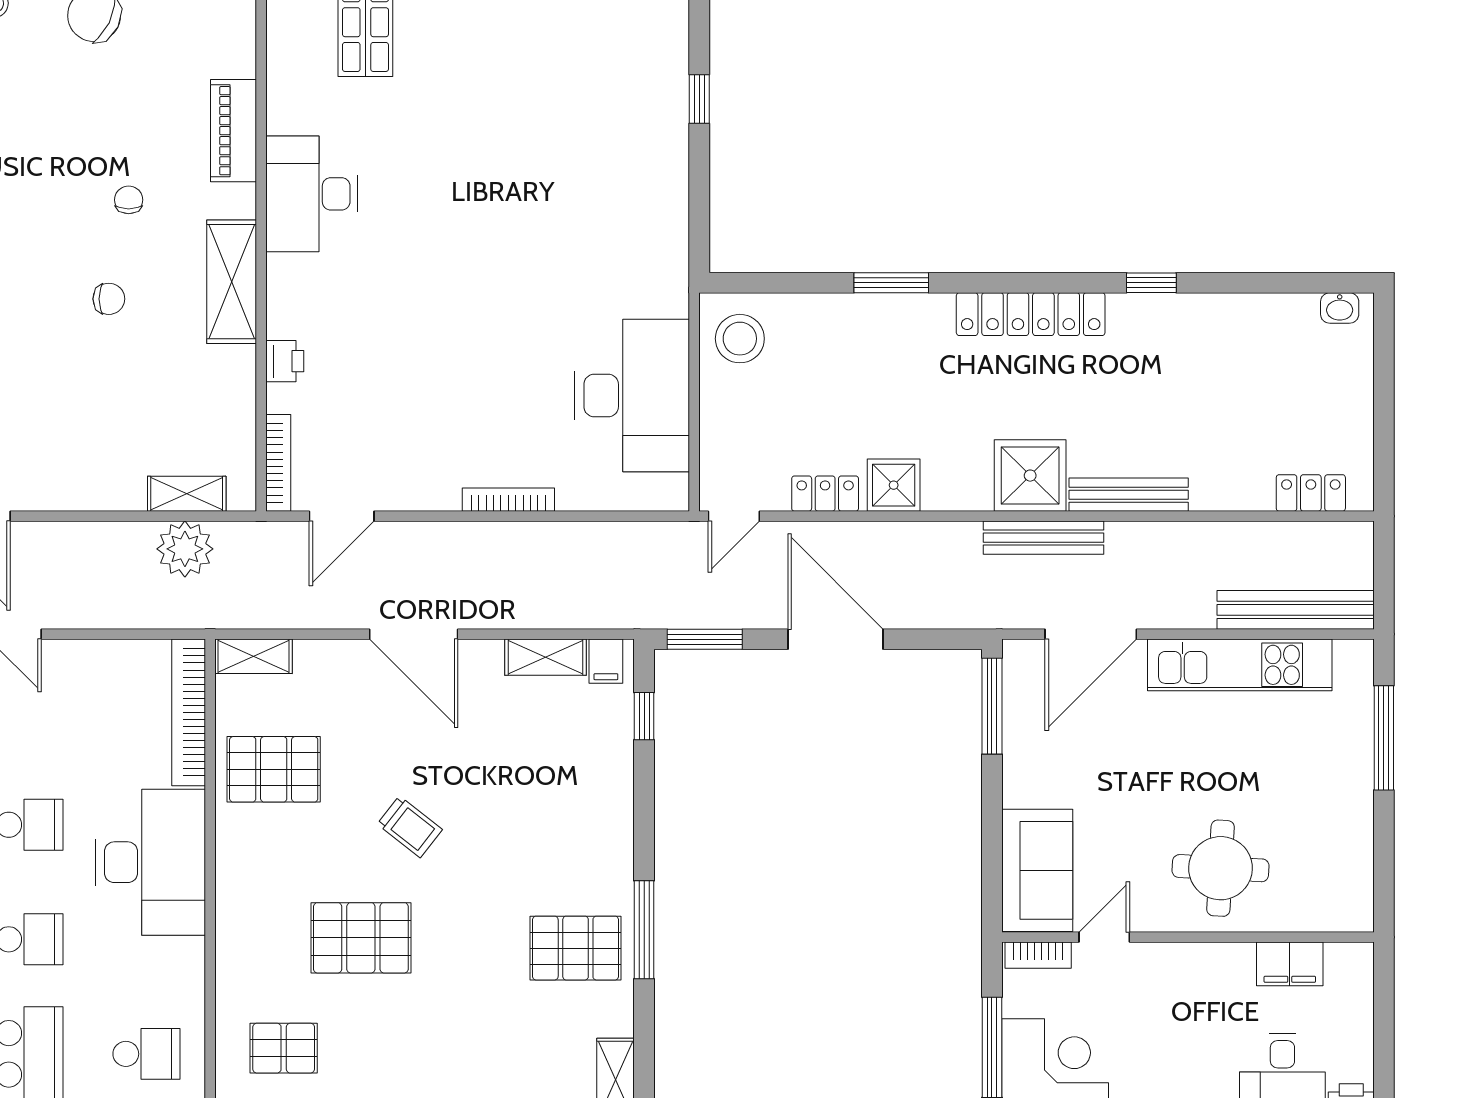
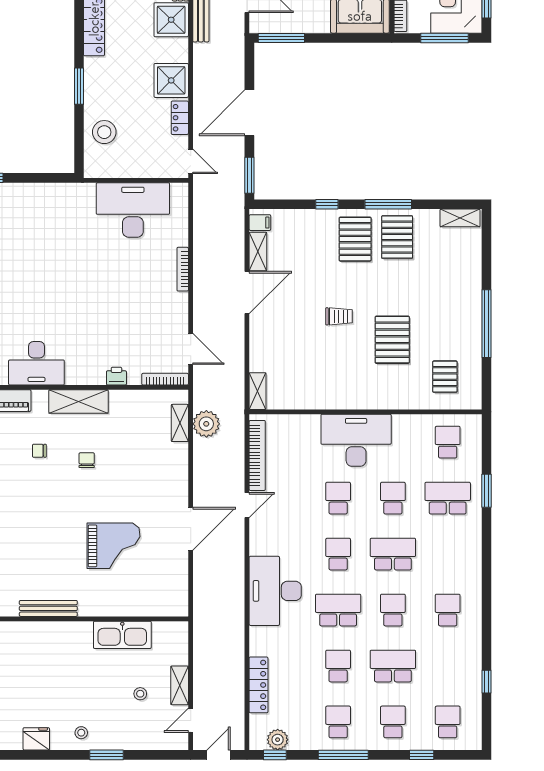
stool: (740, 339) -> (104, 132), moved
shower: (894, 485) -> (171, 80), width x1.36, depth x1.36
door: (414, 634) -> (247, 293), moved
bookcase: (189, 712) -> (257, 455), moved, turned -90
window: (644, 716) -> (327, 204), moved
pallet: (274, 769) -> (355, 239), moved
trolley: (410, 827) -> (339, 316), turned 52

